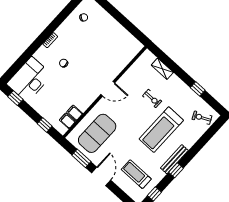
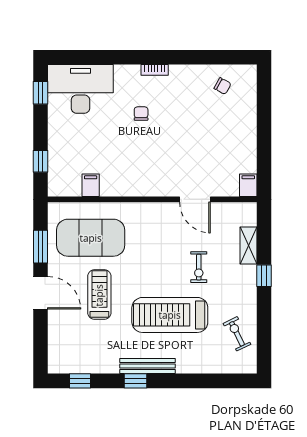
door: (108, 89) -> (195, 199), moved
window: (198, 89) -> (264, 276), moved
exercise bike: (202, 118) -> (237, 334), moved
filing cabinet: (67, 121) -> (248, 185), moved
treadmill: (136, 174) -> (99, 295), moved
door: (101, 176) -> (41, 293), hinge flipped

